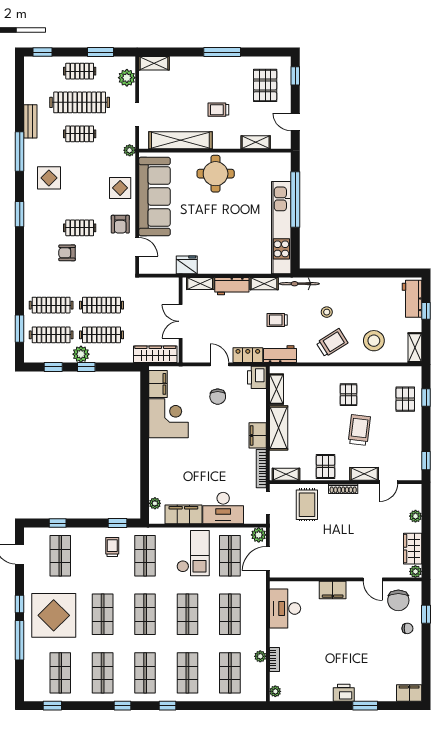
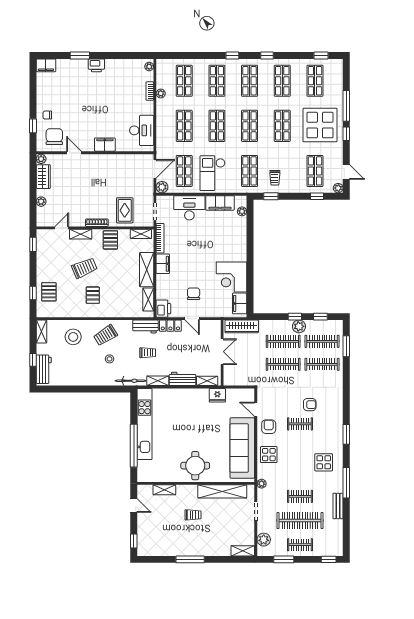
pallet: (265, 85) -> (157, 534), removed
trolley: (359, 430) -> (84, 268), turned -120
plant: (30, 534) -> (338, 188), added

